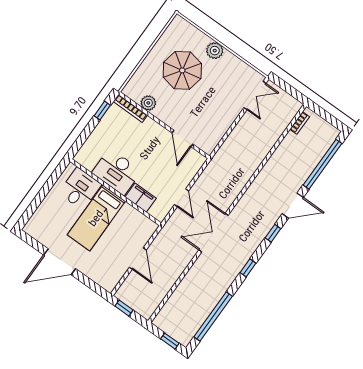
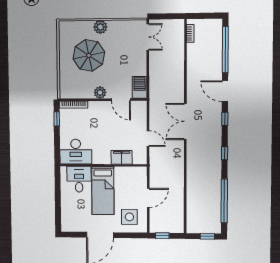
plant: (148, 103) -> (100, 93), moved
barbecue: (210, 140) -> (140, 87), added
desk: (117, 172) -> (76, 152), moved
door: (293, 206) -> (225, 91), swing flipped
double door: (213, 233) -> (185, 121), moved
door: (138, 259) -> (148, 198), hinge flipped
side table: (104, 265) -> (129, 217), added

